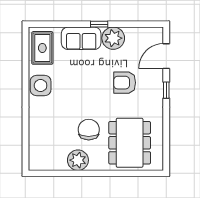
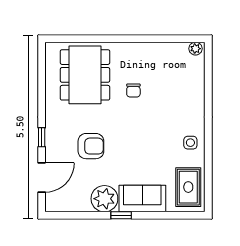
side table: (41, 86) -> (190, 143), width x0.54, depth x0.54
chair: (89, 130) -> (133, 90), width x0.54, depth x0.54
plant: (78, 160) -> (195, 49), moved, width x0.53, depth x0.53

